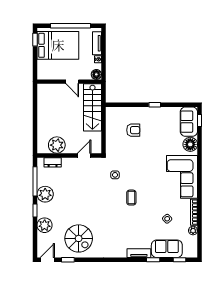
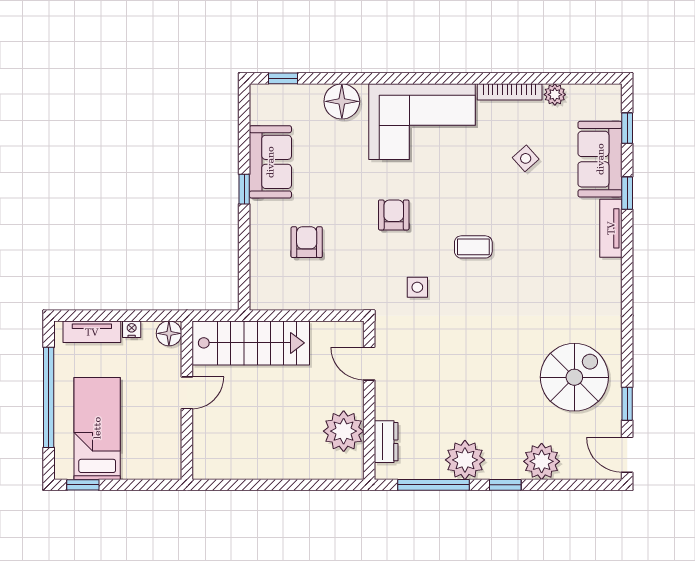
bed: (58, 45) -> (97, 428), width x0.67
sofa: (189, 122) -> (270, 162), moved, turned -90
armchair: (144, 165) -> (394, 215), added

